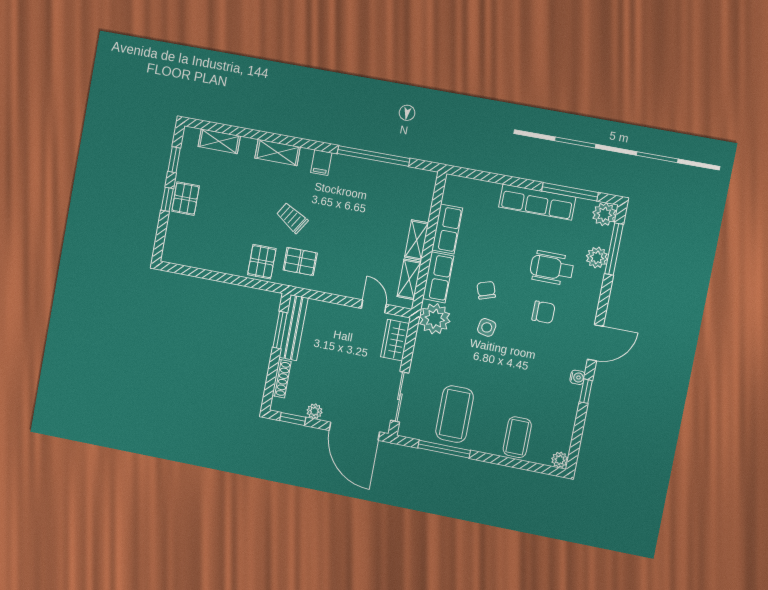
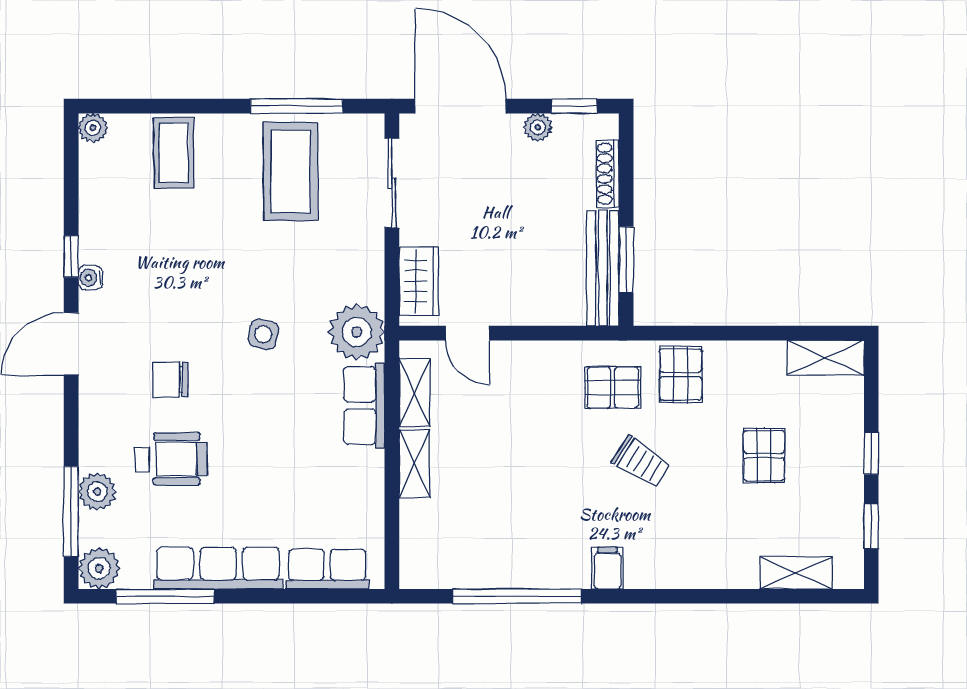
shelving: (278, 153) -> (826, 358), moved
pallet: (186, 199) -> (764, 456), moved
row of seats: (447, 229) -> (327, 569), moved, turned 90
chair: (486, 290) -> (277, 399), removed

